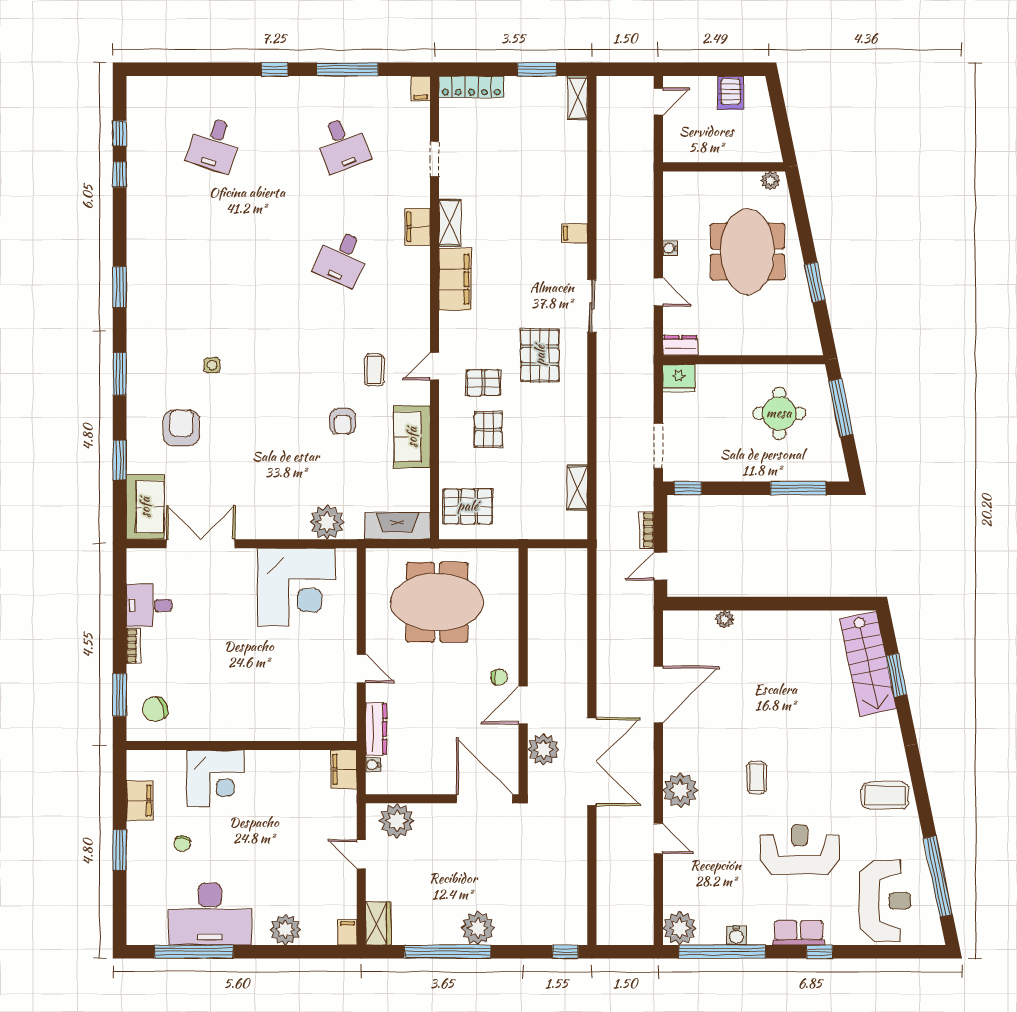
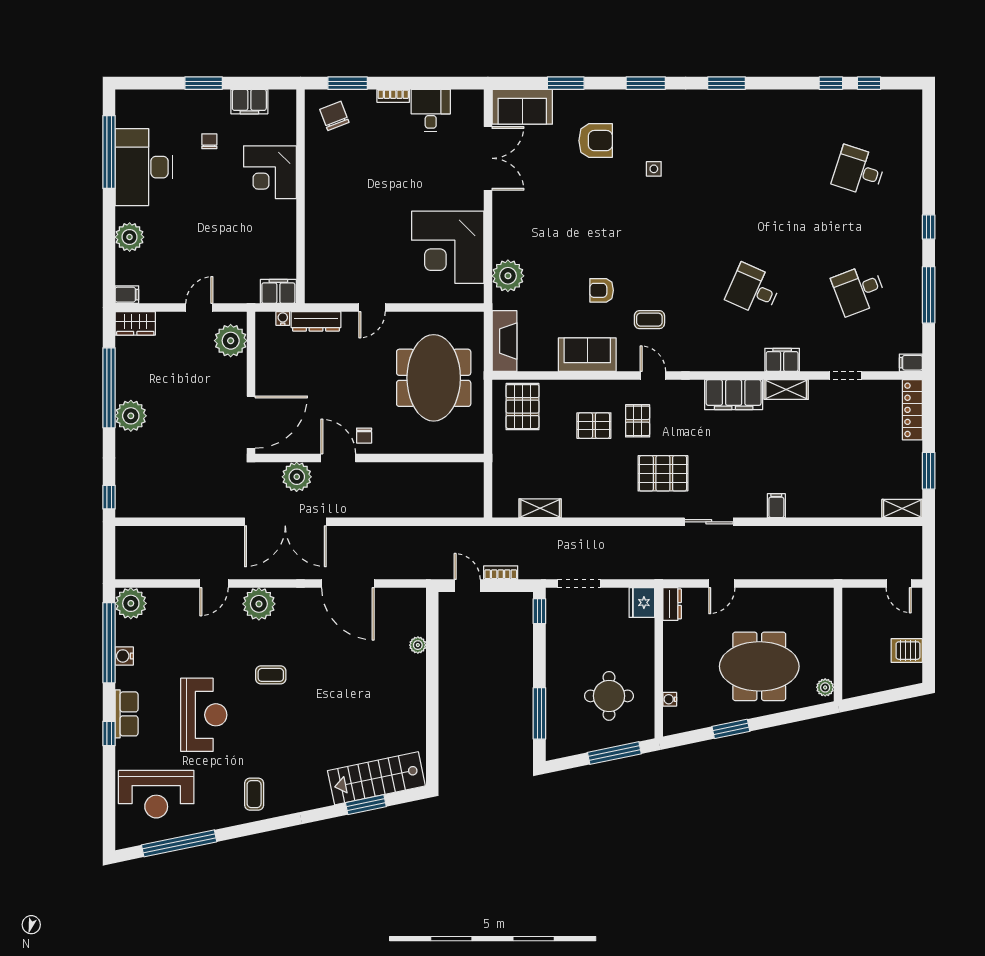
water cooler: (670, 248) -> (670, 699), moved, turned -90
coffee table: (885, 795) -> (254, 794), width x0.73, depth x0.77
chair: (182, 844) -> (209, 141), turned 79

